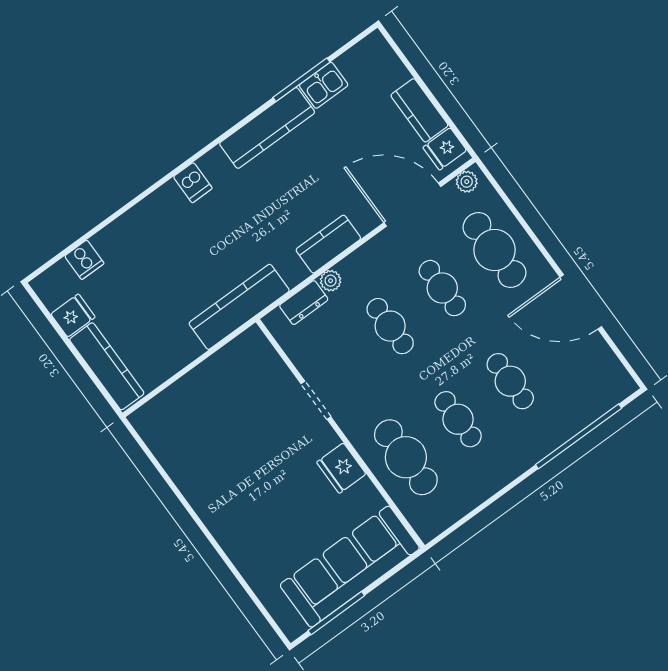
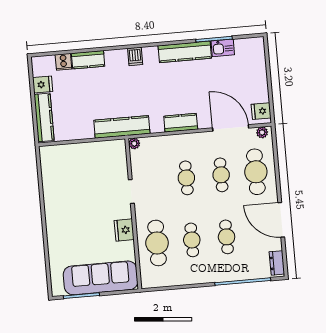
kitchen counter: (419, 110) -> (88, 60), moved, turned -90
plant: (331, 281) -> (134, 144), moved
dresser: (304, 303) -> (277, 263), moved, turned 90

